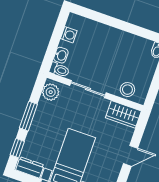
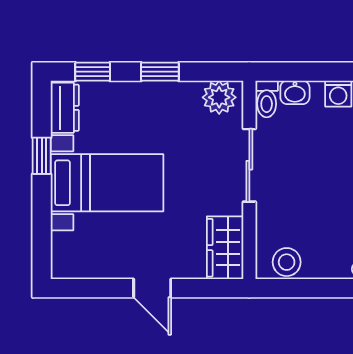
stool: (127, 90) -> (287, 262), moved
window: (28, 116) -> (160, 72), width x0.67

